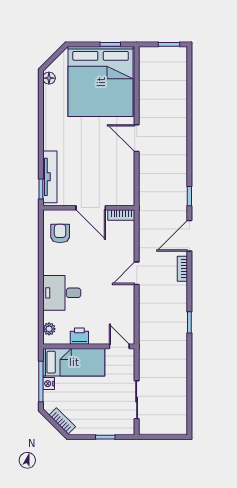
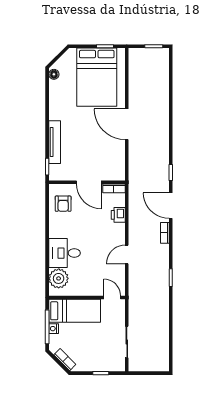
bed: (101, 82) -> (97, 77), width x0.73
door: (137, 138) -> (127, 124), width x1.36
tv unit: (50, 177) -> (55, 142), moved
armchair: (60, 234) -> (63, 204), turned 180
door: (189, 236) -> (171, 206), hinge flipped
door: (137, 273) -> (127, 254), moved
plant: (49, 329) -> (59, 278), width x1.88, depth x1.88
printer: (79, 336) -> (118, 215), moved, turned -90

